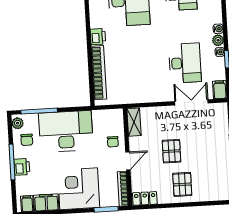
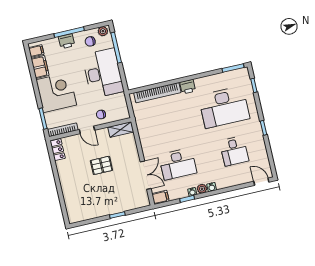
pallet: (182, 184) -> (75, 179), removed

